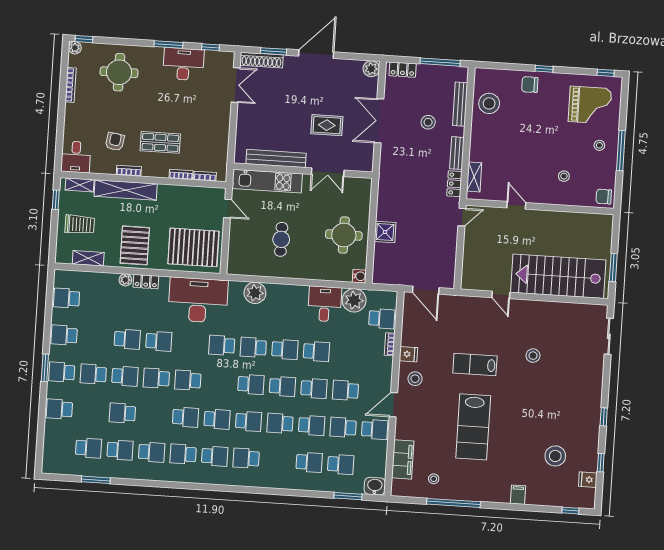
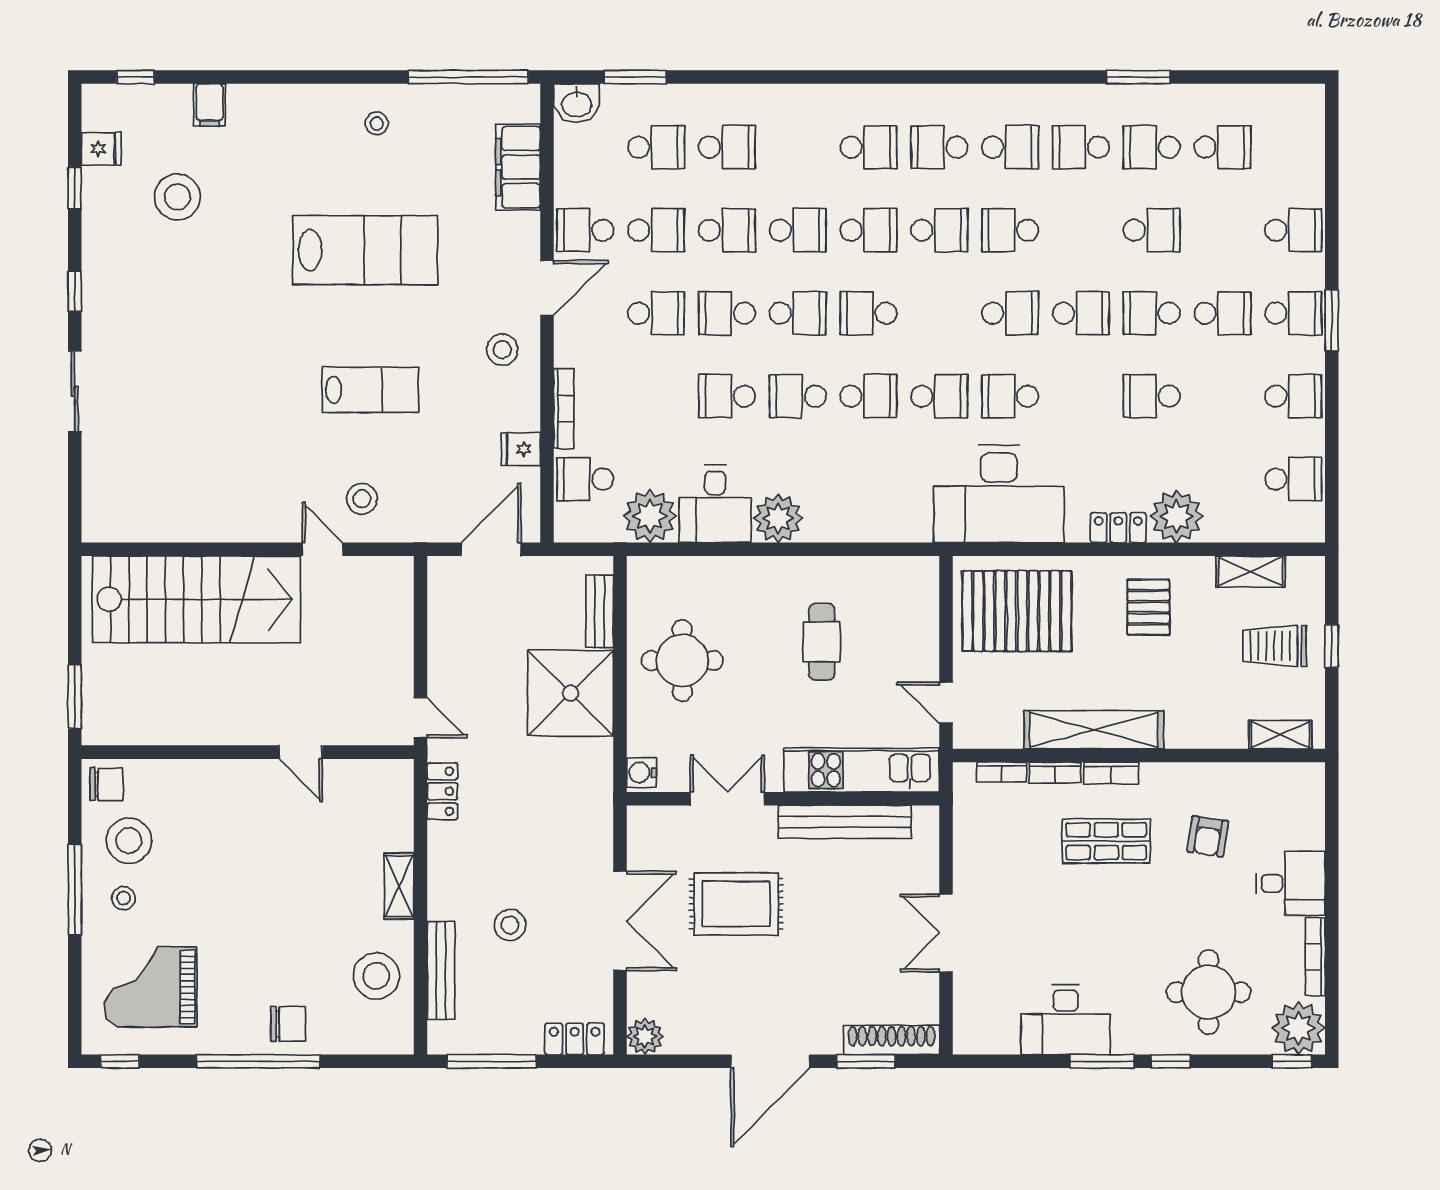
window: (211, 47) -> (1171, 1061), moved
plant: (75, 48) -> (1299, 1028), width x1.87, depth x1.87
window: (544, 69) -> (258, 1061), width x3.17
double door: (236, 85) -> (946, 933), moved
rug: (327, 125) -> (736, 904), width x1.36, depth x1.43
bench: (457, 153) -> (600, 611), moved
desk: (76, 157) -> (1291, 883), moved, turned 90
bookcase: (129, 171) -> (1111, 773), moved
stool: (564, 176) -> (129, 841), moved, width x1.89, depth x1.89
shelving: (474, 177) -> (399, 886), moved
shelving: (126, 190) -> (1094, 730), moved
window: (56, 200) -> (1332, 646), moved
door: (462, 217) -> (421, 718), swing flipped
shower: (385, 232) -> (571, 693), width x1.86, depth x1.86
pallet: (135, 245) -> (1148, 607), width x0.67, depth x0.71
window: (613, 267) -> (75, 697), moved
water cooler: (359, 276) -> (642, 772), moved
plant: (125, 280) -> (1177, 516), width x1.88, depth x1.88
door: (426, 290) -> (491, 549), hinge flipped
plant: (255, 293) -> (778, 518), moved
sliding door: (609, 336) -> (75, 392), moved
school desk: (159, 341) -> (1010, 396), moved
bookcase: (390, 344) -> (564, 409), width x1.56
fridge: (408, 354) -> (521, 449), moved
stool: (533, 356) -> (362, 499), moved
school desk: (282, 386) -> (798, 313), turned 180
school desk: (217, 419) -> (939, 230), turned 180
school desk: (249, 421) -> (868, 230), turned 180
school desk: (312, 425) -> (727, 230), turned 180
lab bench: (473, 427) -> (365, 250), turned 90
school desk: (89, 448) -> (1223, 147), turned 180
school desk: (309, 462) -> (727, 147), turned 180
school desk: (341, 464) -> (656, 147), turned 180
stool: (434, 479) -> (377, 124), moved
window: (96, 480) -> (1138, 77), moved
filing cabinet: (518, 495) -> (210, 105), moved
window: (453, 503) -> (468, 77), moved

